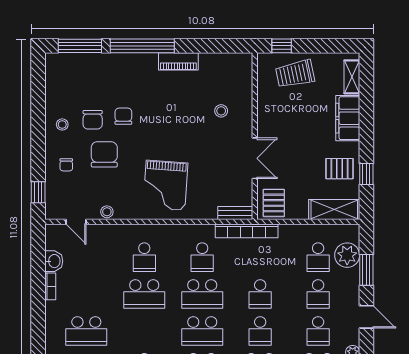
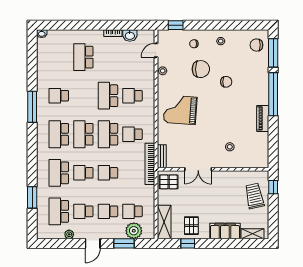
chair: (93, 120) -> (256, 45), moved

